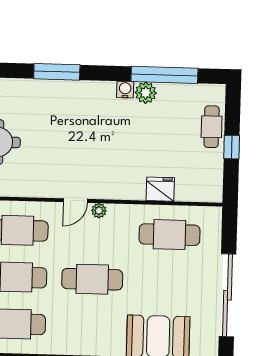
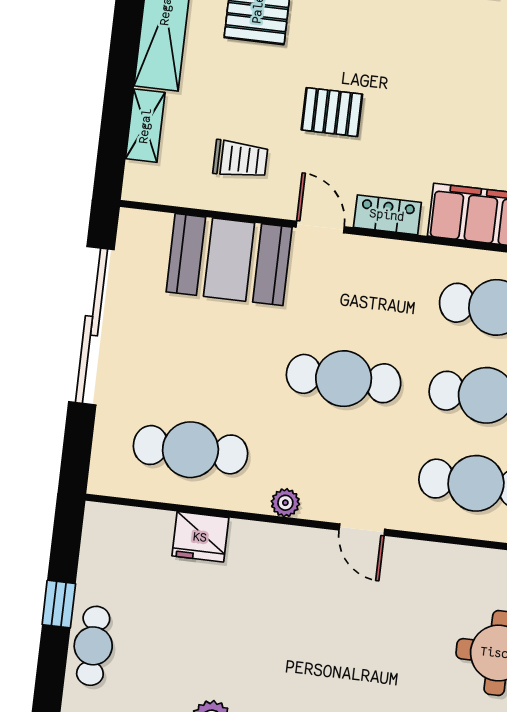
door: (75, 201) -> (362, 530), swing flipped
plant: (99, 211) -> (285, 503), moved

